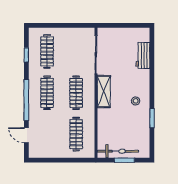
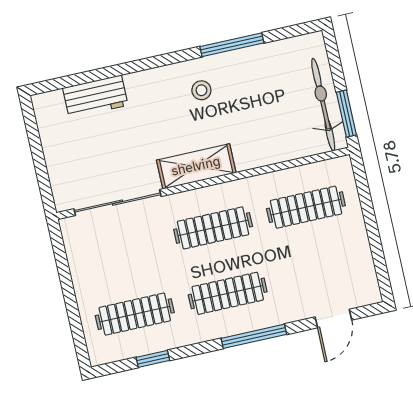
window: (26, 100) -> (254, 336), width x0.68
window: (152, 118) -> (232, 45), width x1.44
window: (124, 160) -> (346, 114), moved

